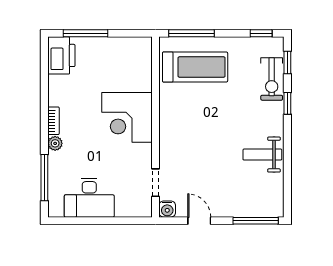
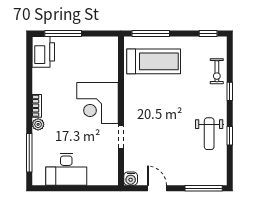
window: (287, 62) -> (230, 136), moved
exercise bike: (272, 79) -> (217, 71), width x0.73, depth x0.72
weight bench: (262, 155) -> (209, 134), turned -90
doorway: (156, 183) -> (121, 137), moved

